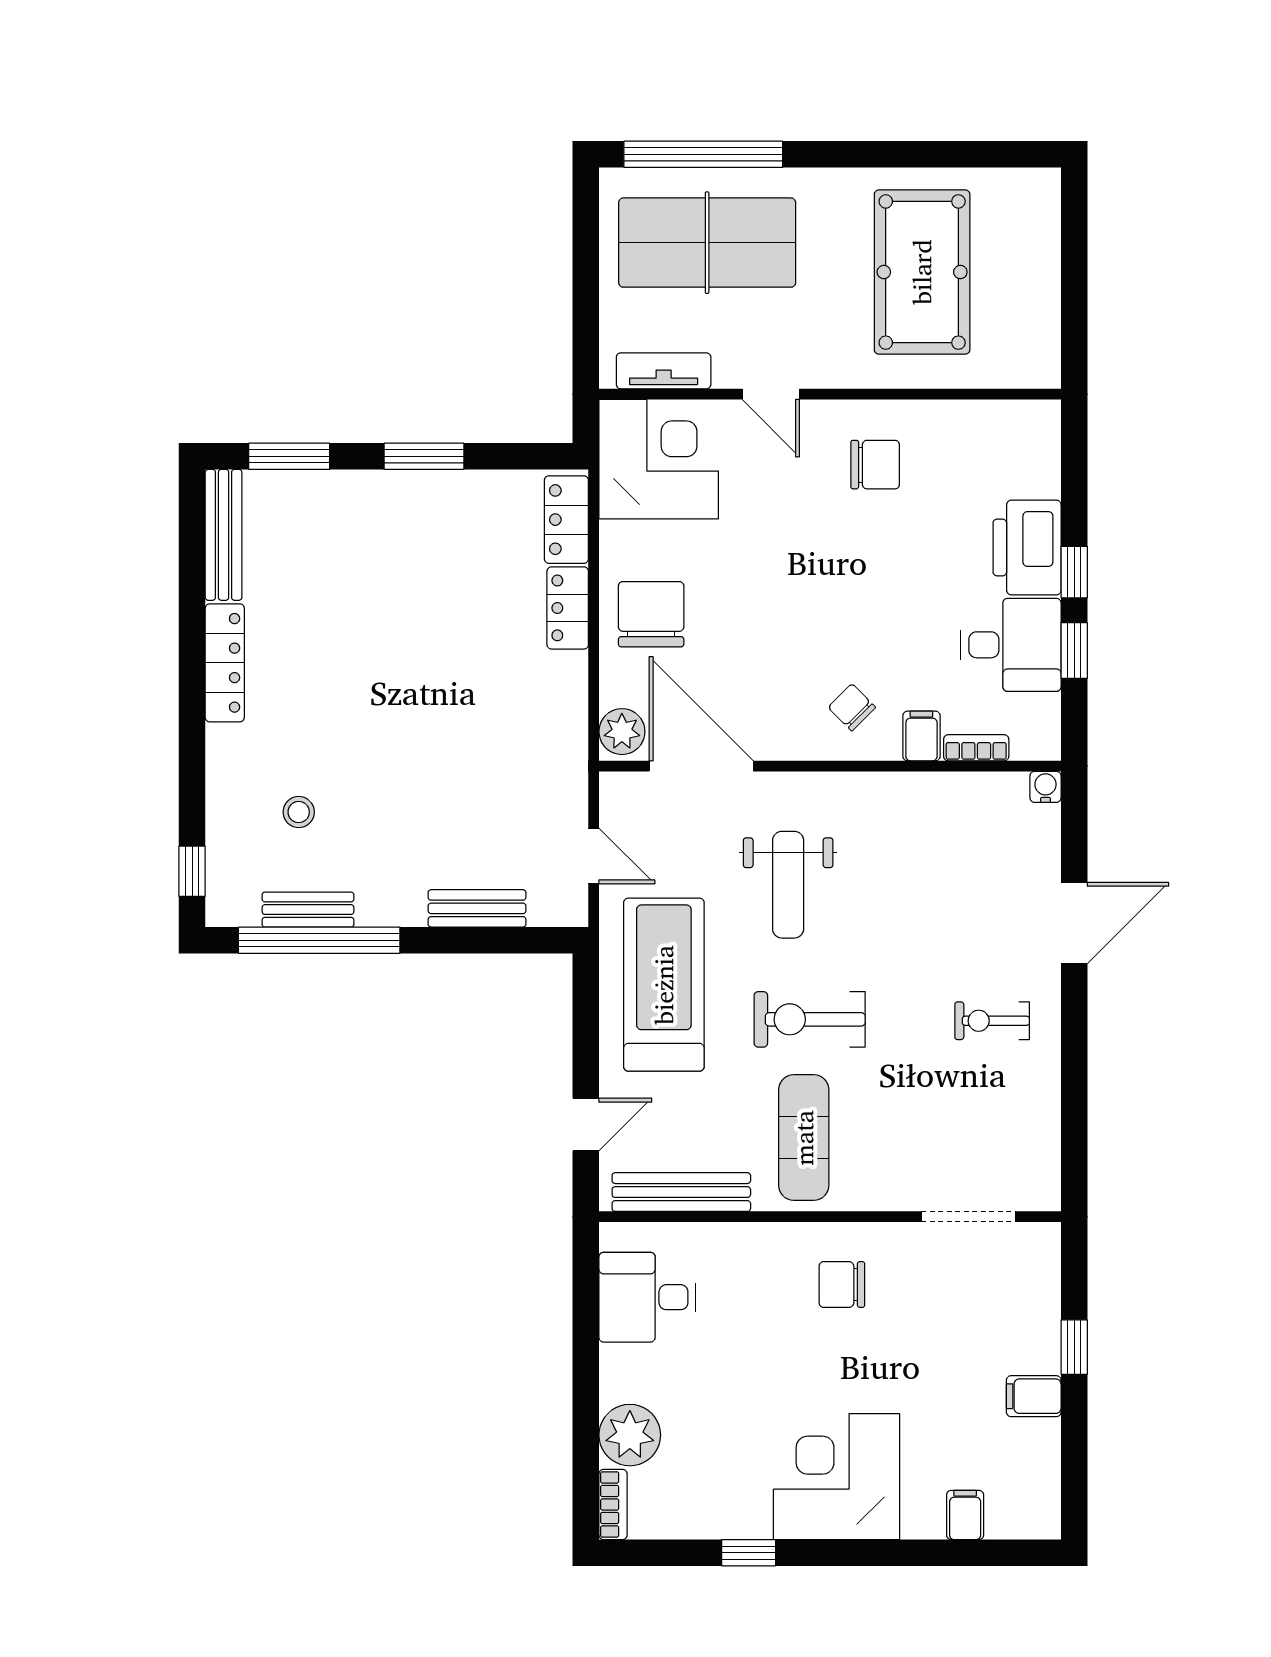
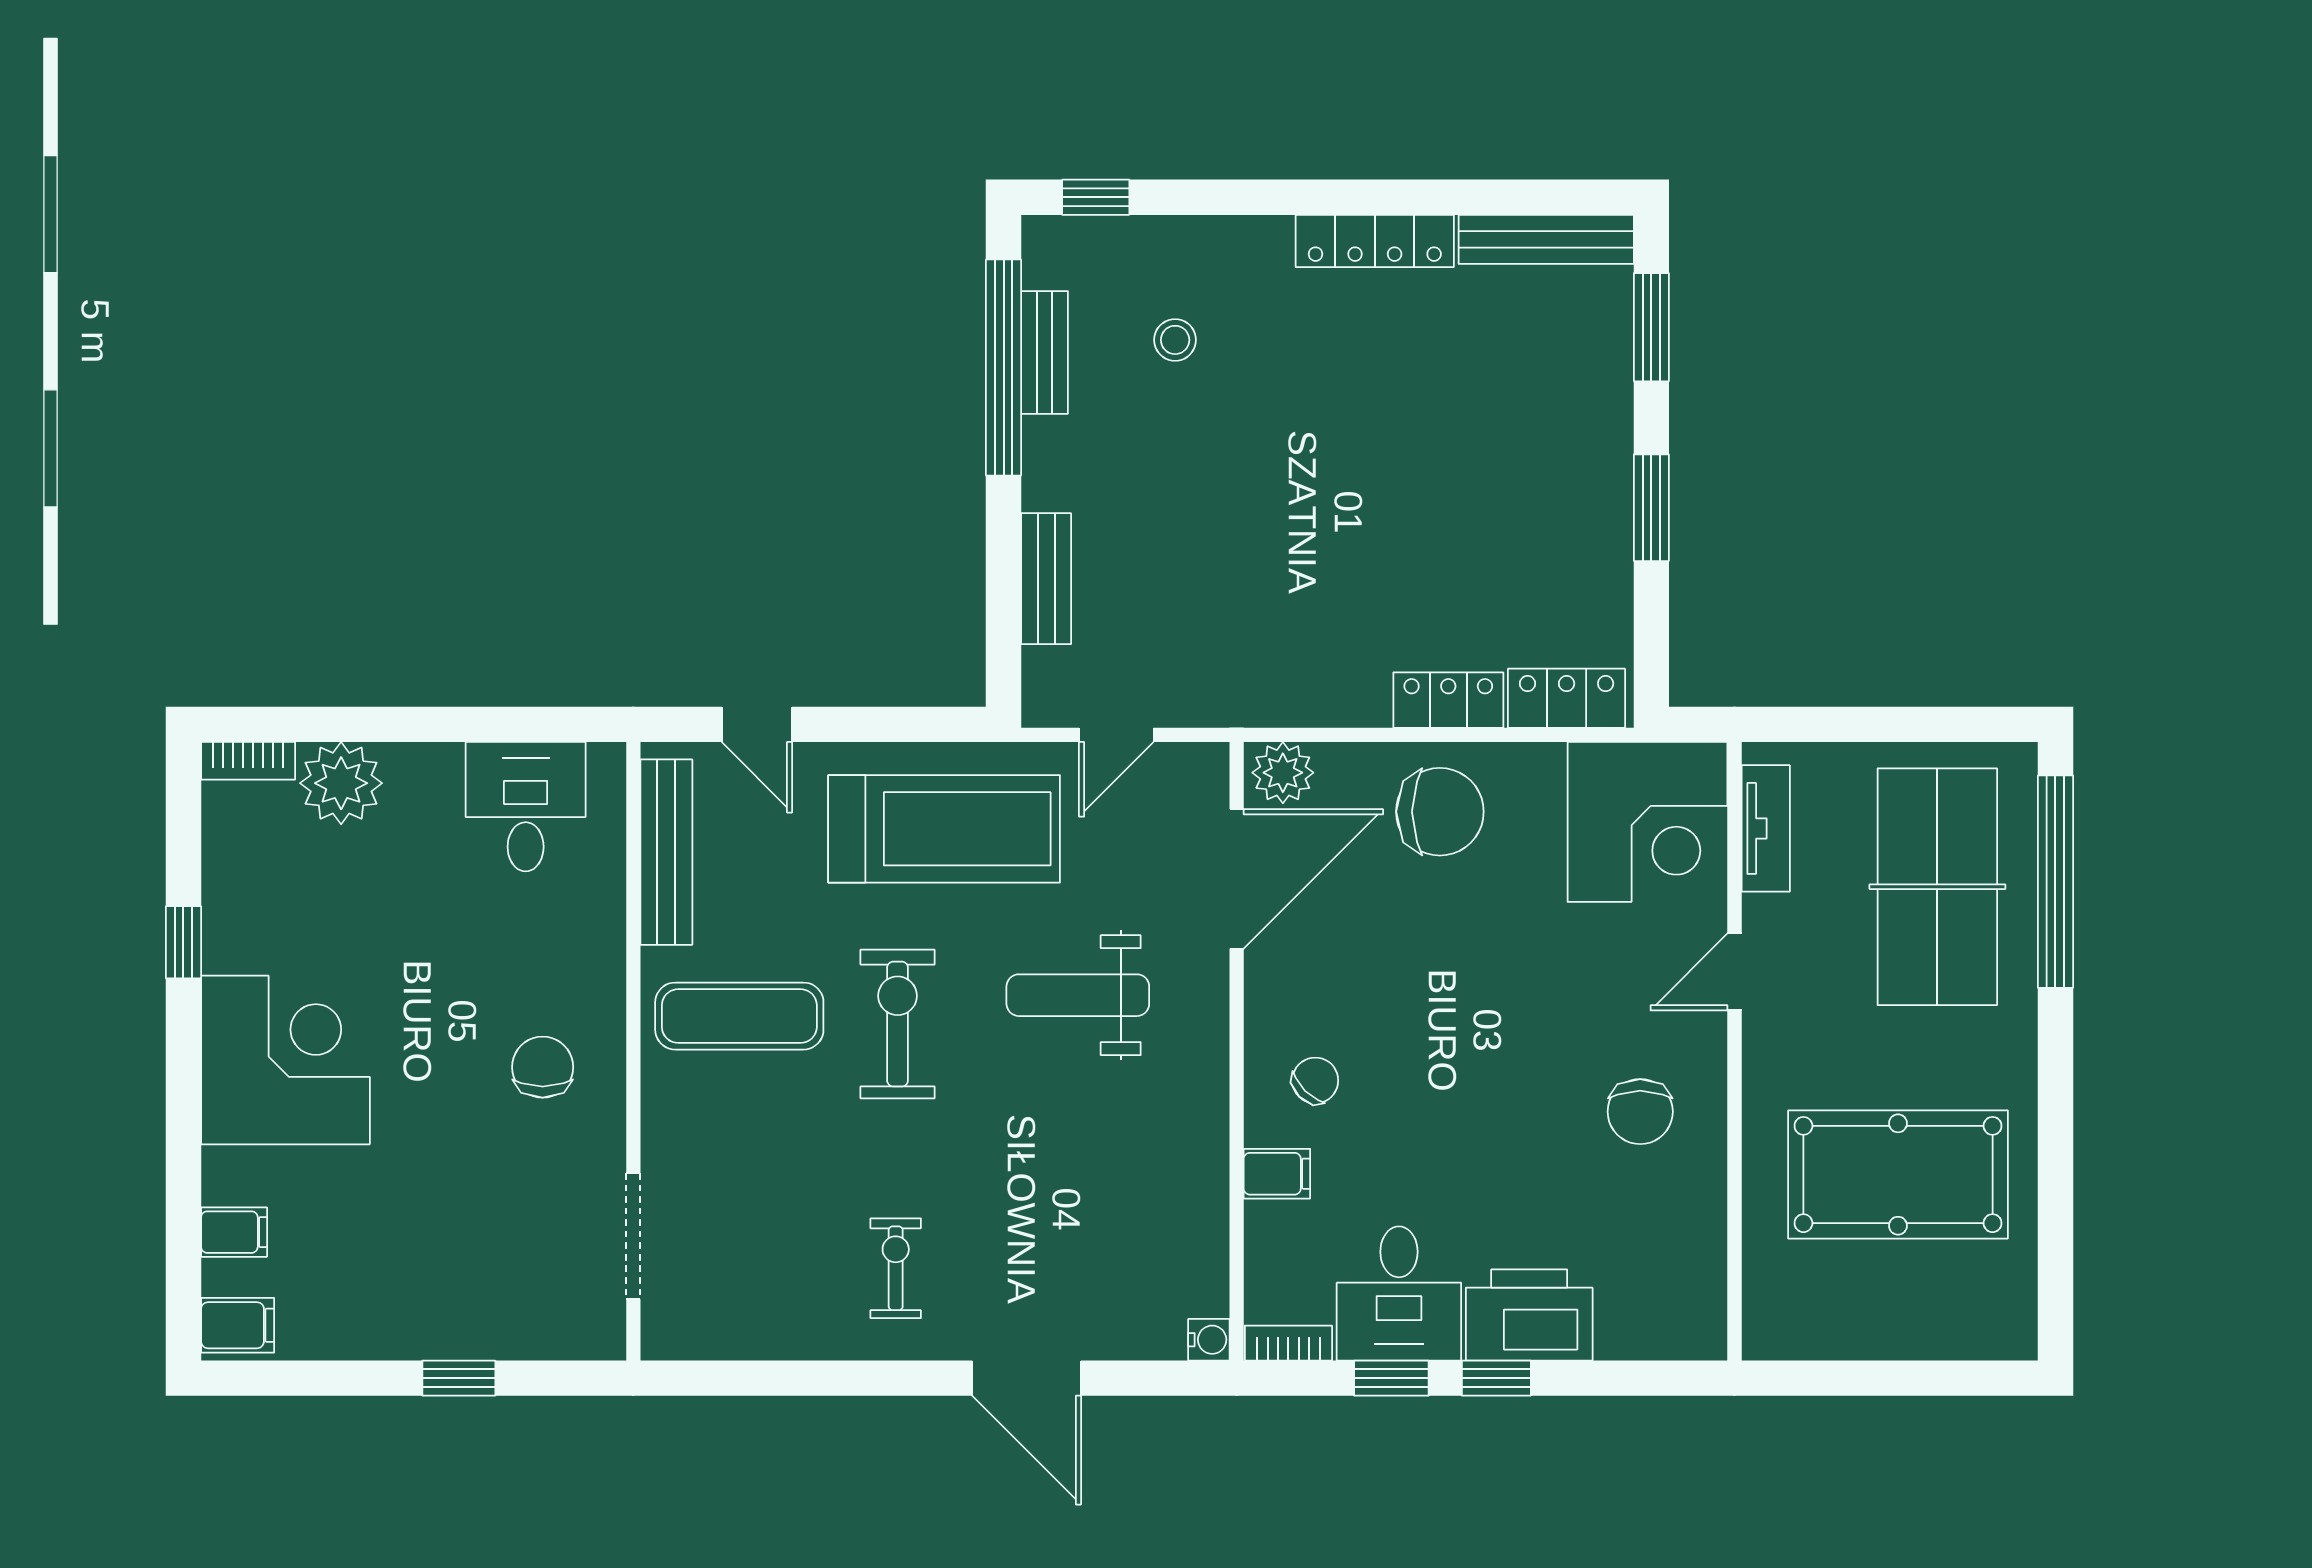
bookcase: (976, 748) -> (1288, 1343), moved, turned -90
filing cabinet: (1034, 1396) -> (238, 1325), moved, turned 90

